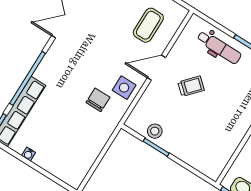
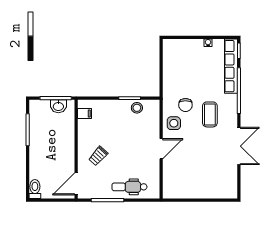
coffee table: (148, 25) -> (210, 114), moved
trolley: (191, 86) -> (98, 156), moved
filing cabinet: (218, 162) -> (84, 114), added

